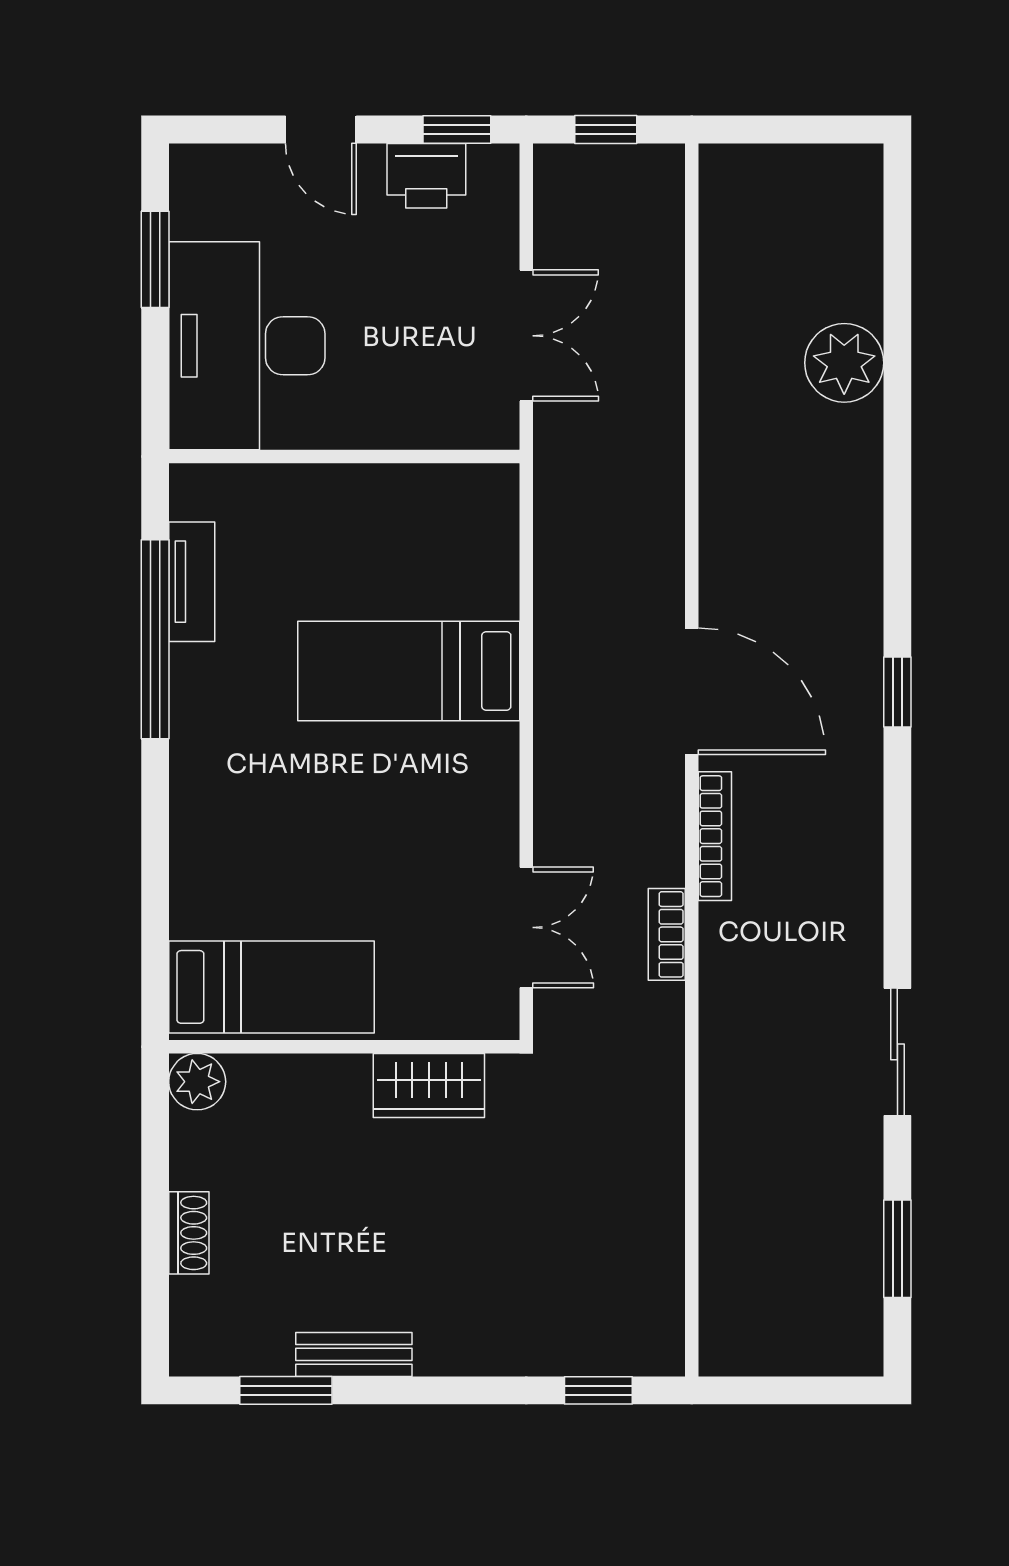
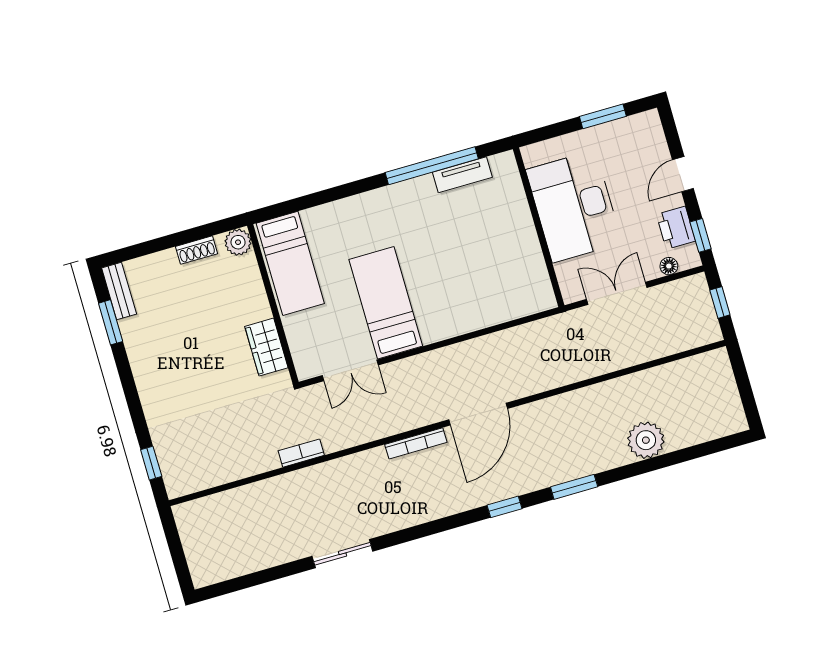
floor lamp: (501, 213) -> (669, 266), added
double door: (526, 336) -> (617, 293), swing flipped
desk: (247, 346) -> (574, 206), moved, turned -90
bed: (409, 671) -> (386, 303), moved
bookcase: (667, 934) -> (301, 453), moved
shoe rack: (189, 1233) -> (197, 250), moved
window: (897, 1249) -> (574, 487), moved
bench: (354, 1354) -> (119, 291), moved

